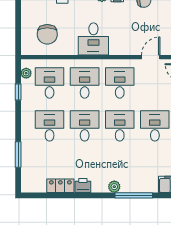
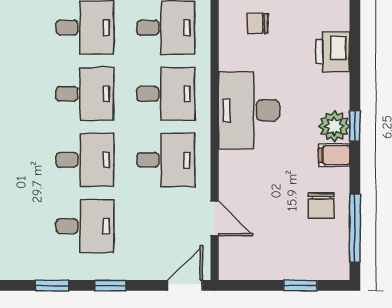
chair: (47, 34) -> (258, 23), width x0.54, depth x0.54
desk: (93, 39) -> (249, 110), width x1.37

